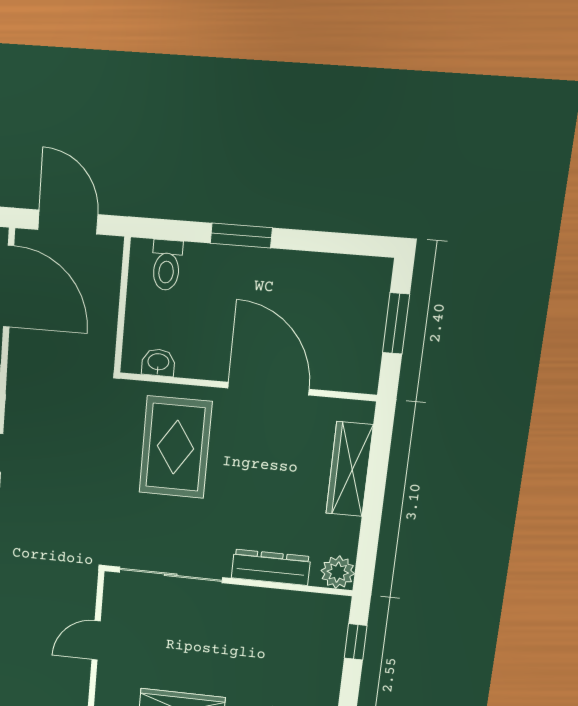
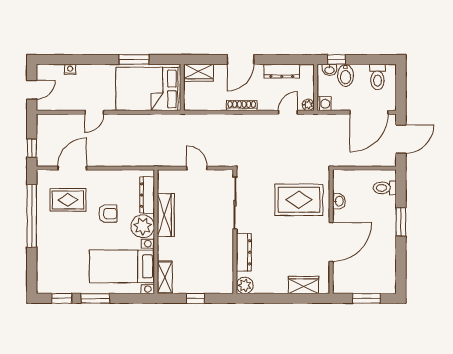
washbasin: (158, 363) -> (339, 201), moved
wardrobe: (349, 469) -> (304, 285), width x0.67
window: (356, 642) -> (195, 298), moved

